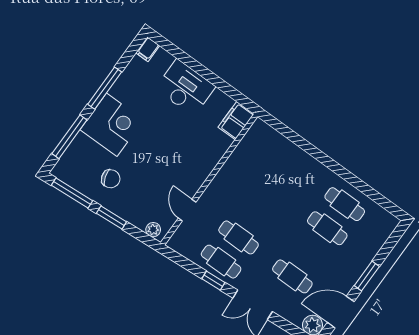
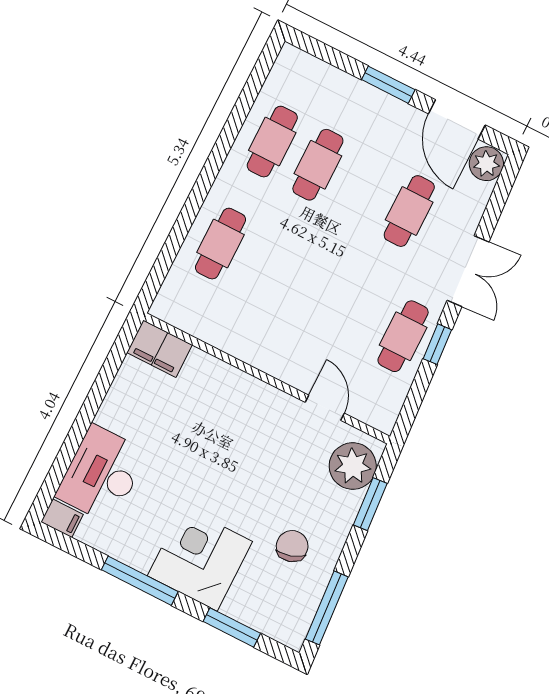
desk: (185, 88) -> (102, 474), moved
window: (69, 137) -> (232, 627), width x0.69
door: (187, 210) -> (325, 408), swing flipped
window: (111, 217) -> (370, 504), moved
plant: (153, 230) -> (353, 466), width x1.87, depth x1.87
cafe table: (239, 237) -> (221, 244), moved

